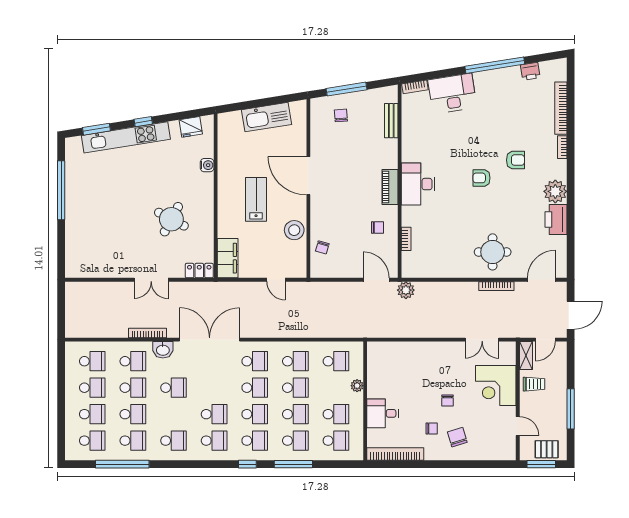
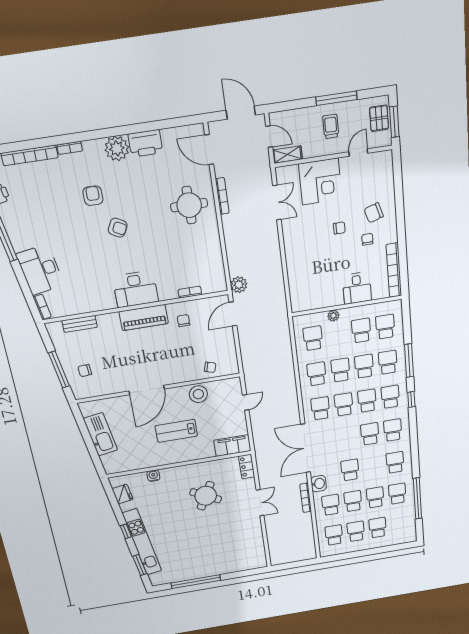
armchair: (482, 178) -> (118, 228), turned -62
piano: (390, 187) -> (144, 318), width x1.37, depth x1.33
trolley: (534, 384) -> (331, 126), moved
school desk: (92, 441) -> (399, 524), removed

